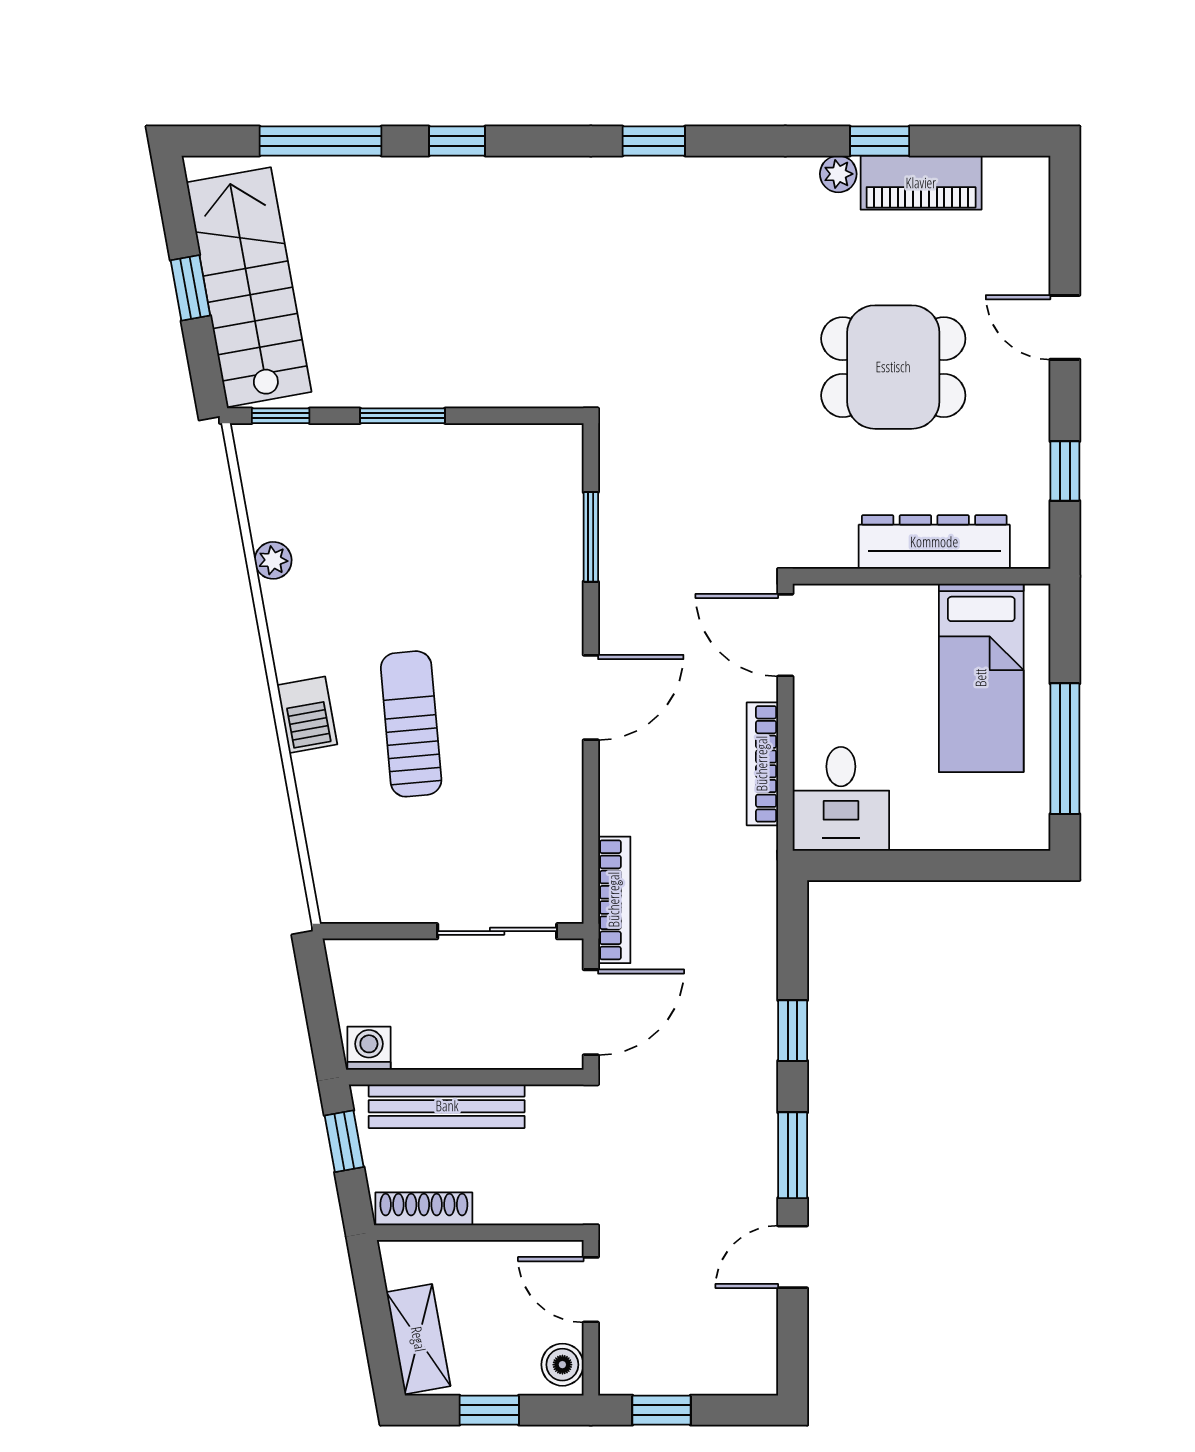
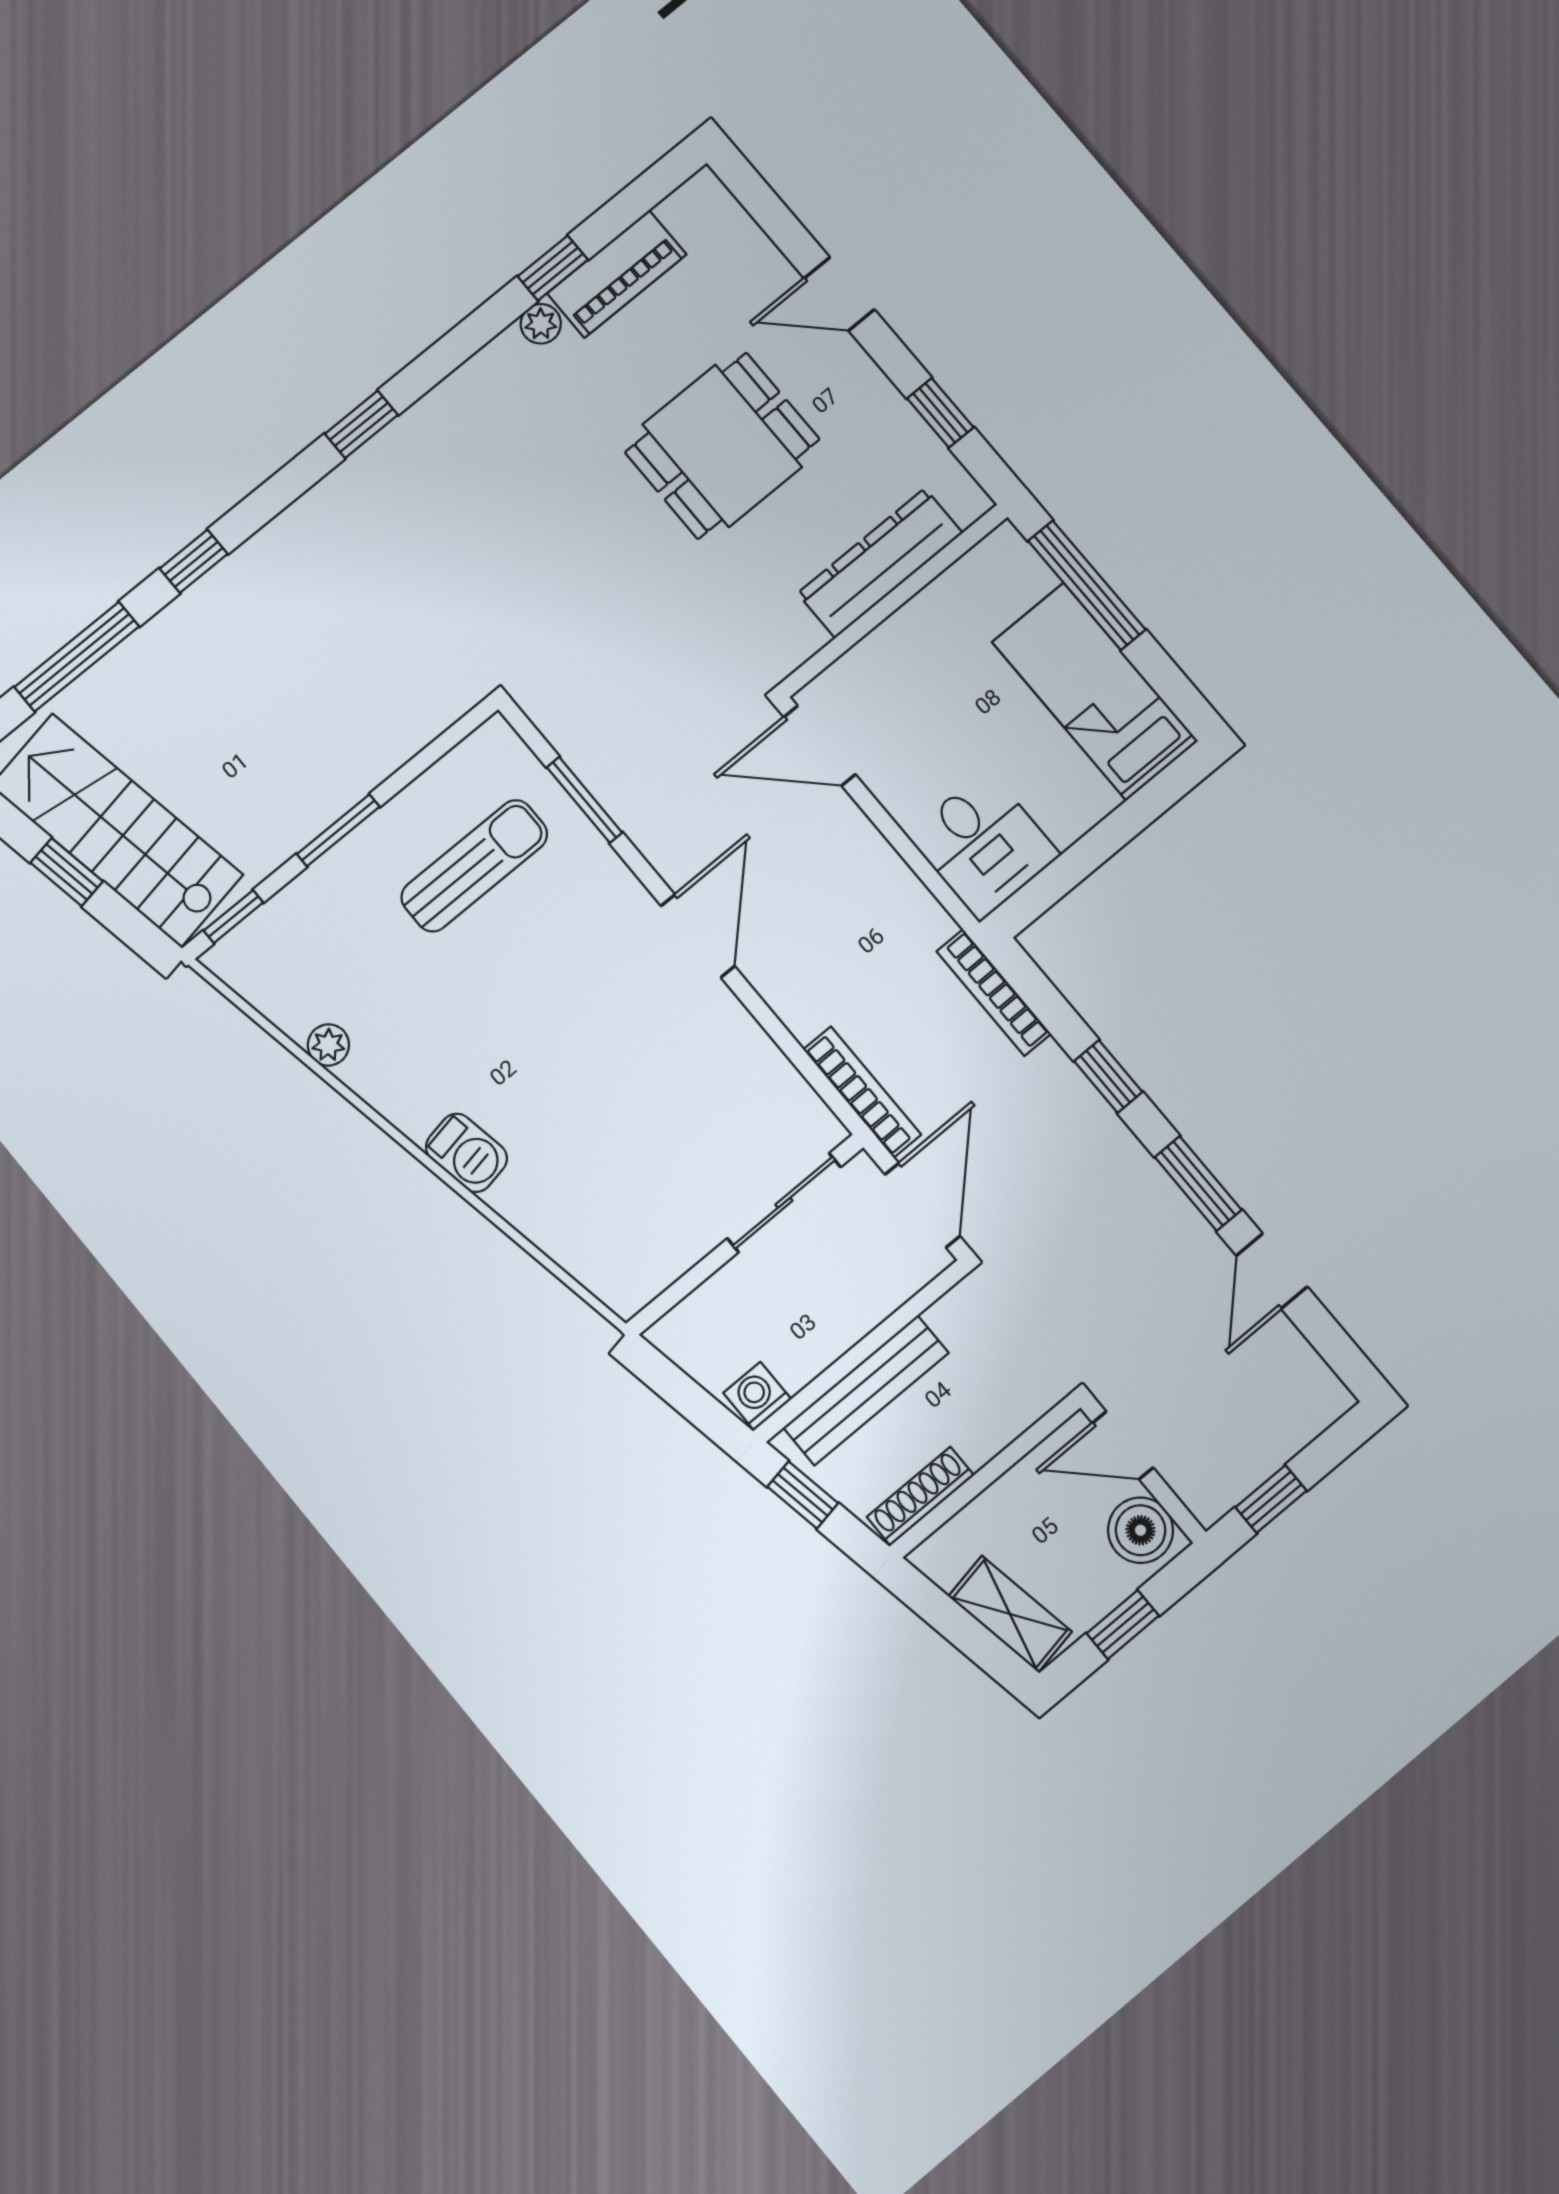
bed: (981, 678) -> (1095, 692), moved, turned 180
sun lounger: (411, 724) -> (474, 866), moved, turned 95
window: (1065, 749) -> (1087, 585), moved
bookcase: (762, 764) -> (994, 993), moved
boiler: (562, 1365) -> (1141, 1530), width x1.36, depth x1.36

